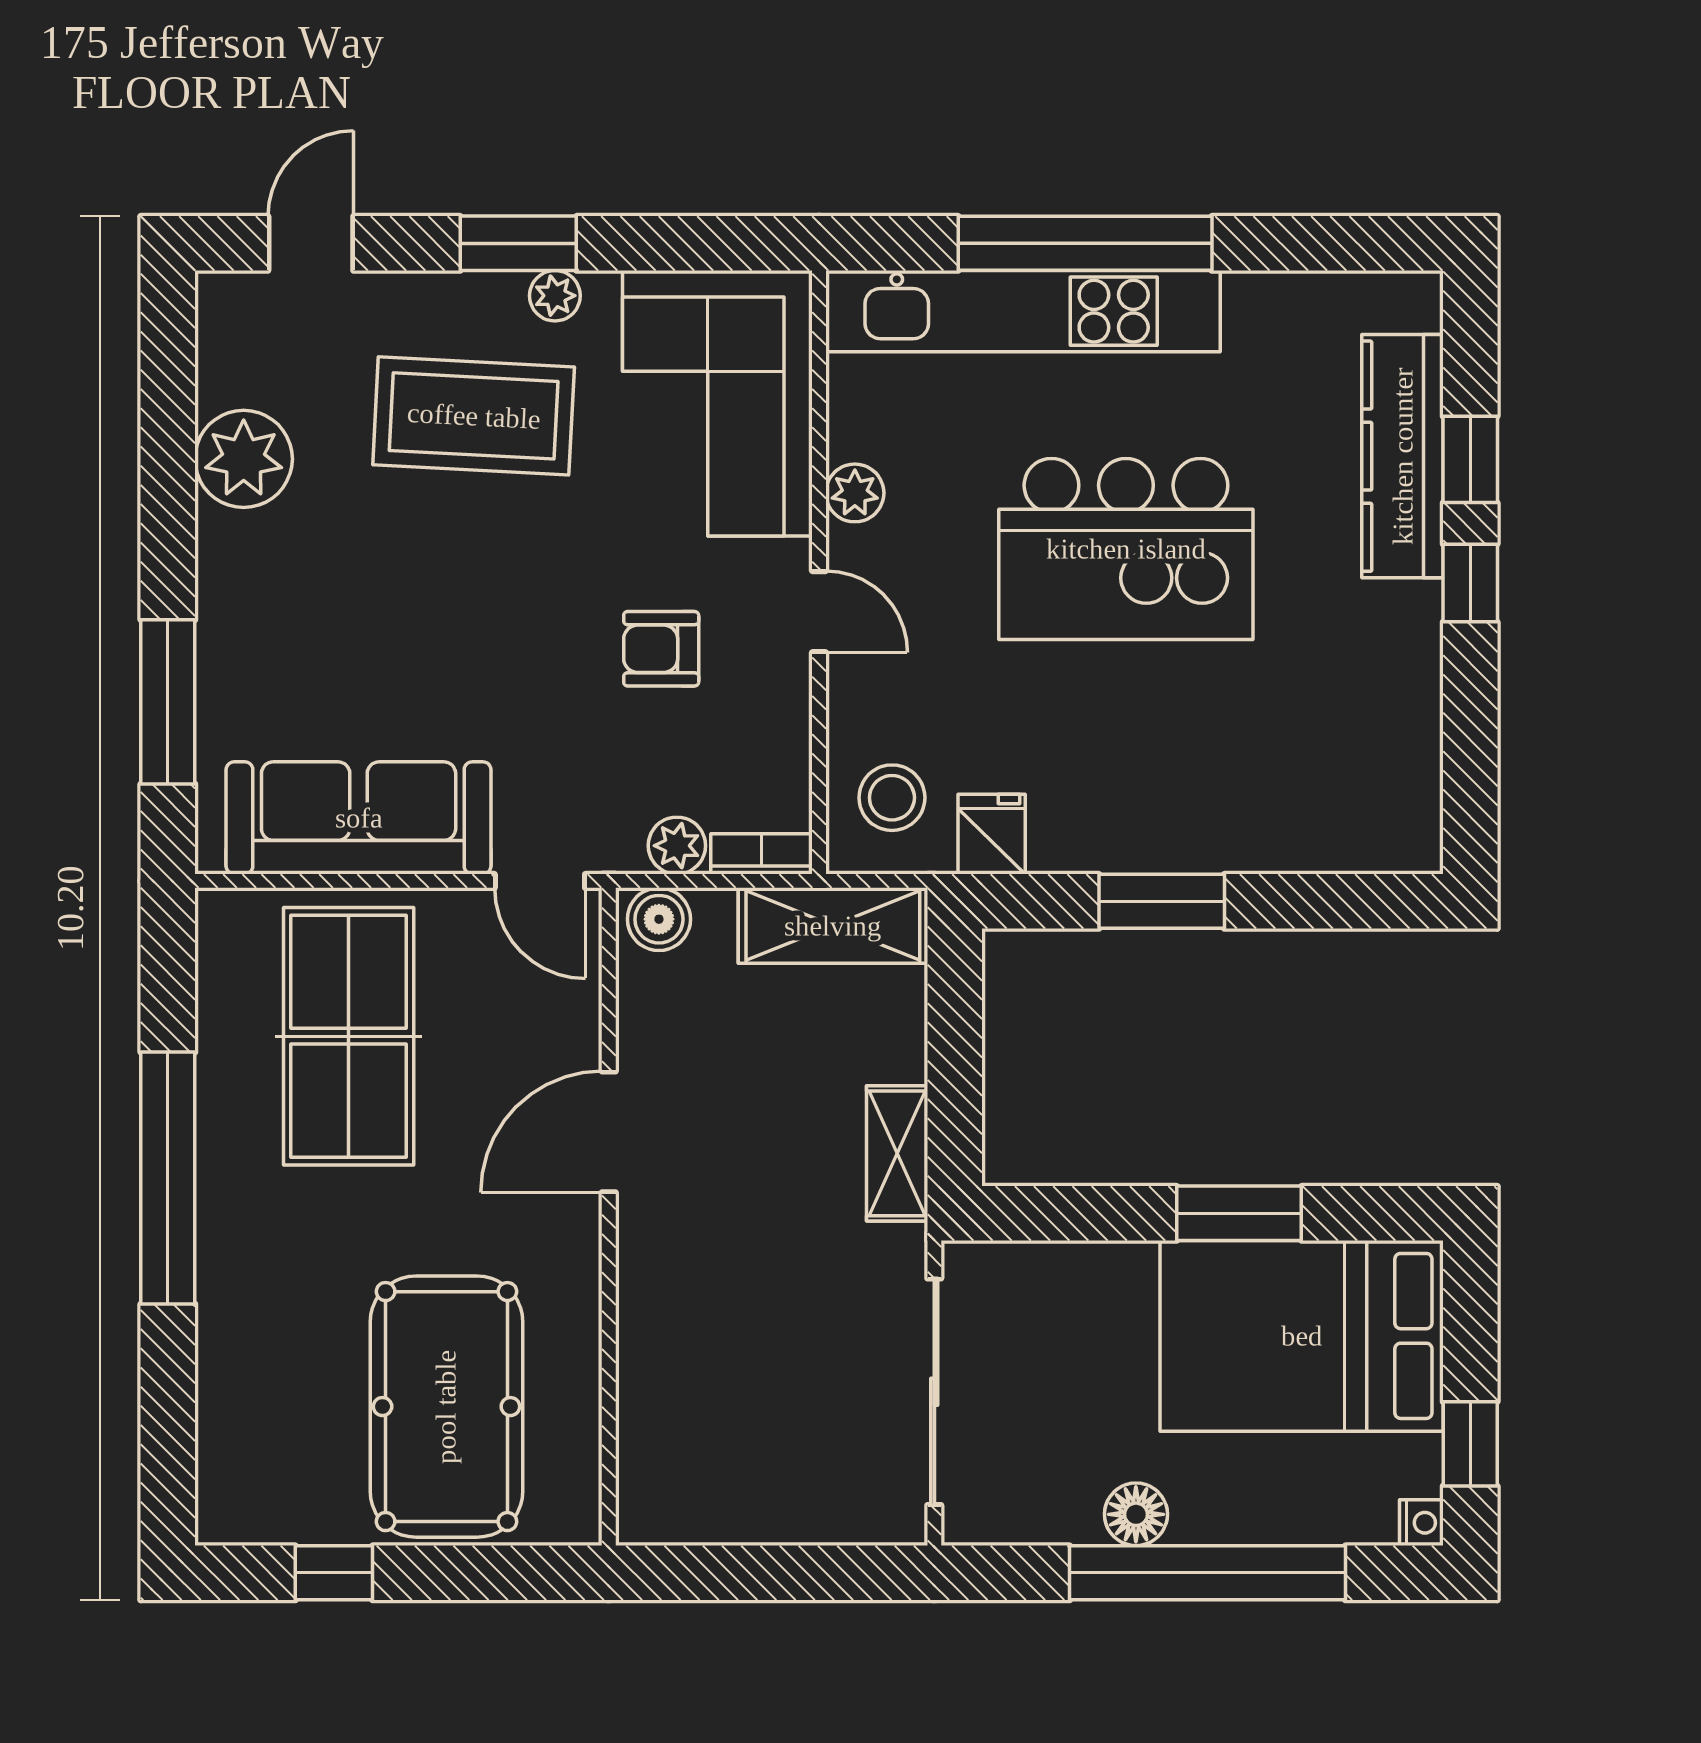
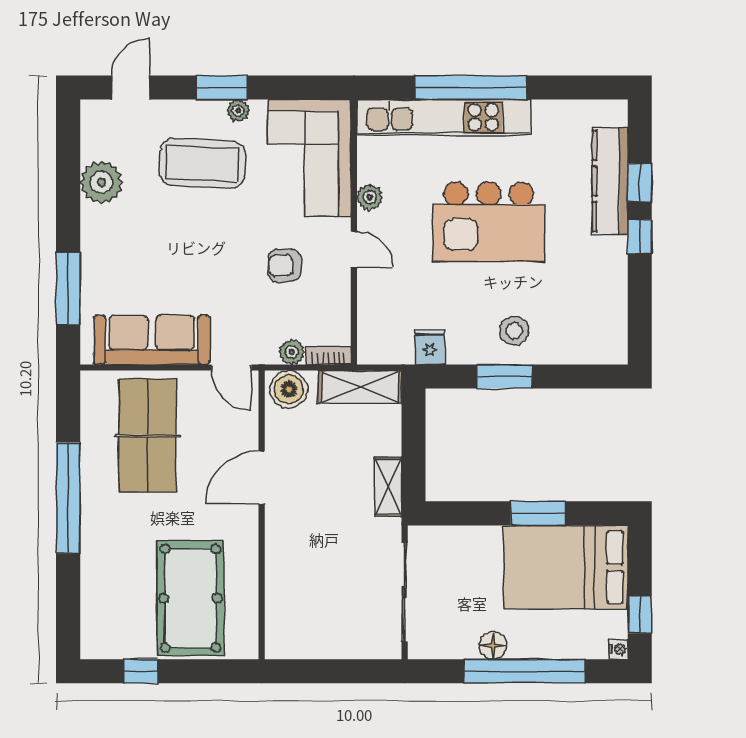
stool: (892, 798) -> (514, 331), moved
boiler: (659, 919) -> (289, 389), width x1.36, depth x1.36

